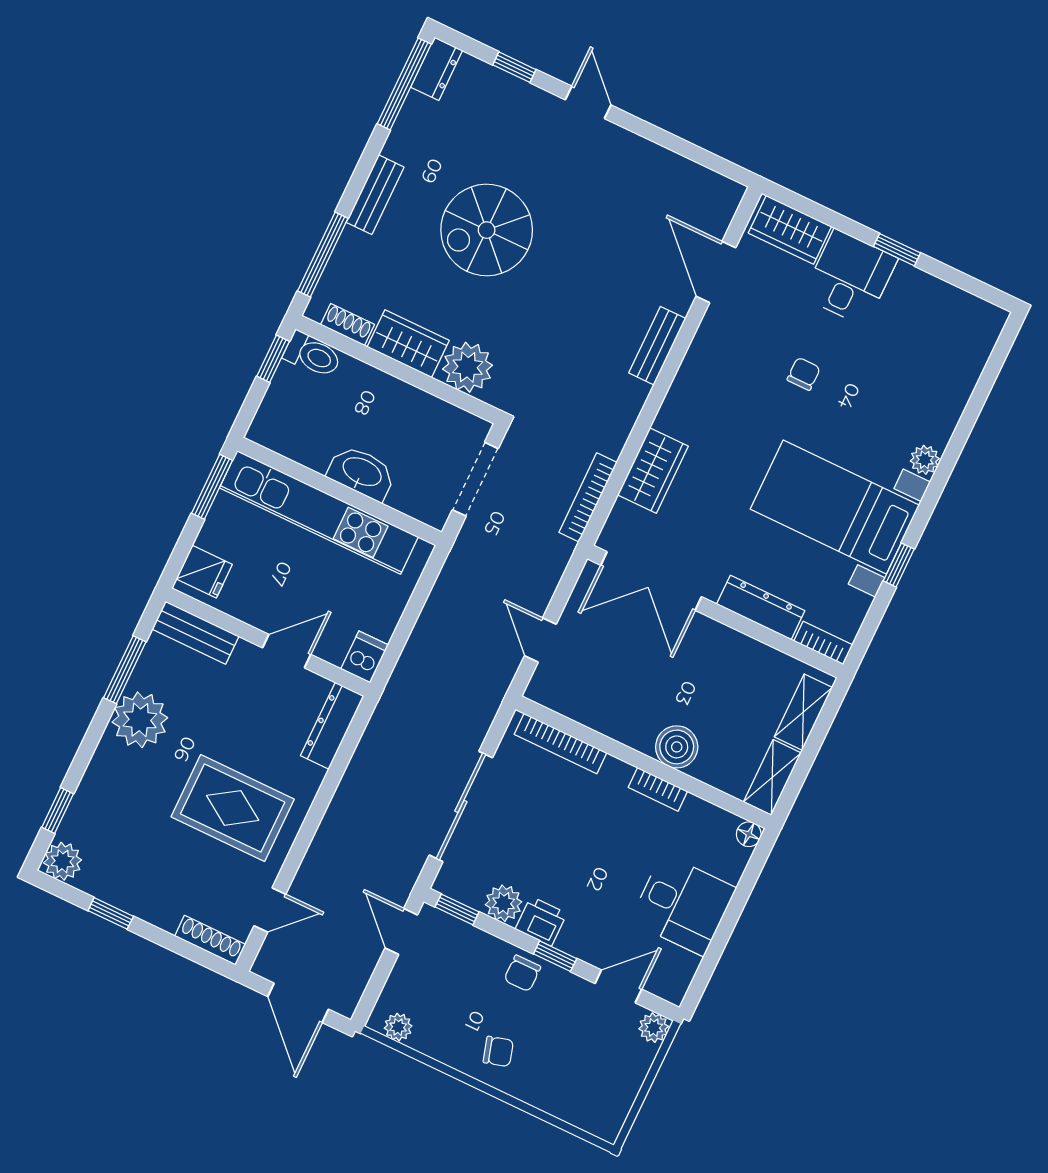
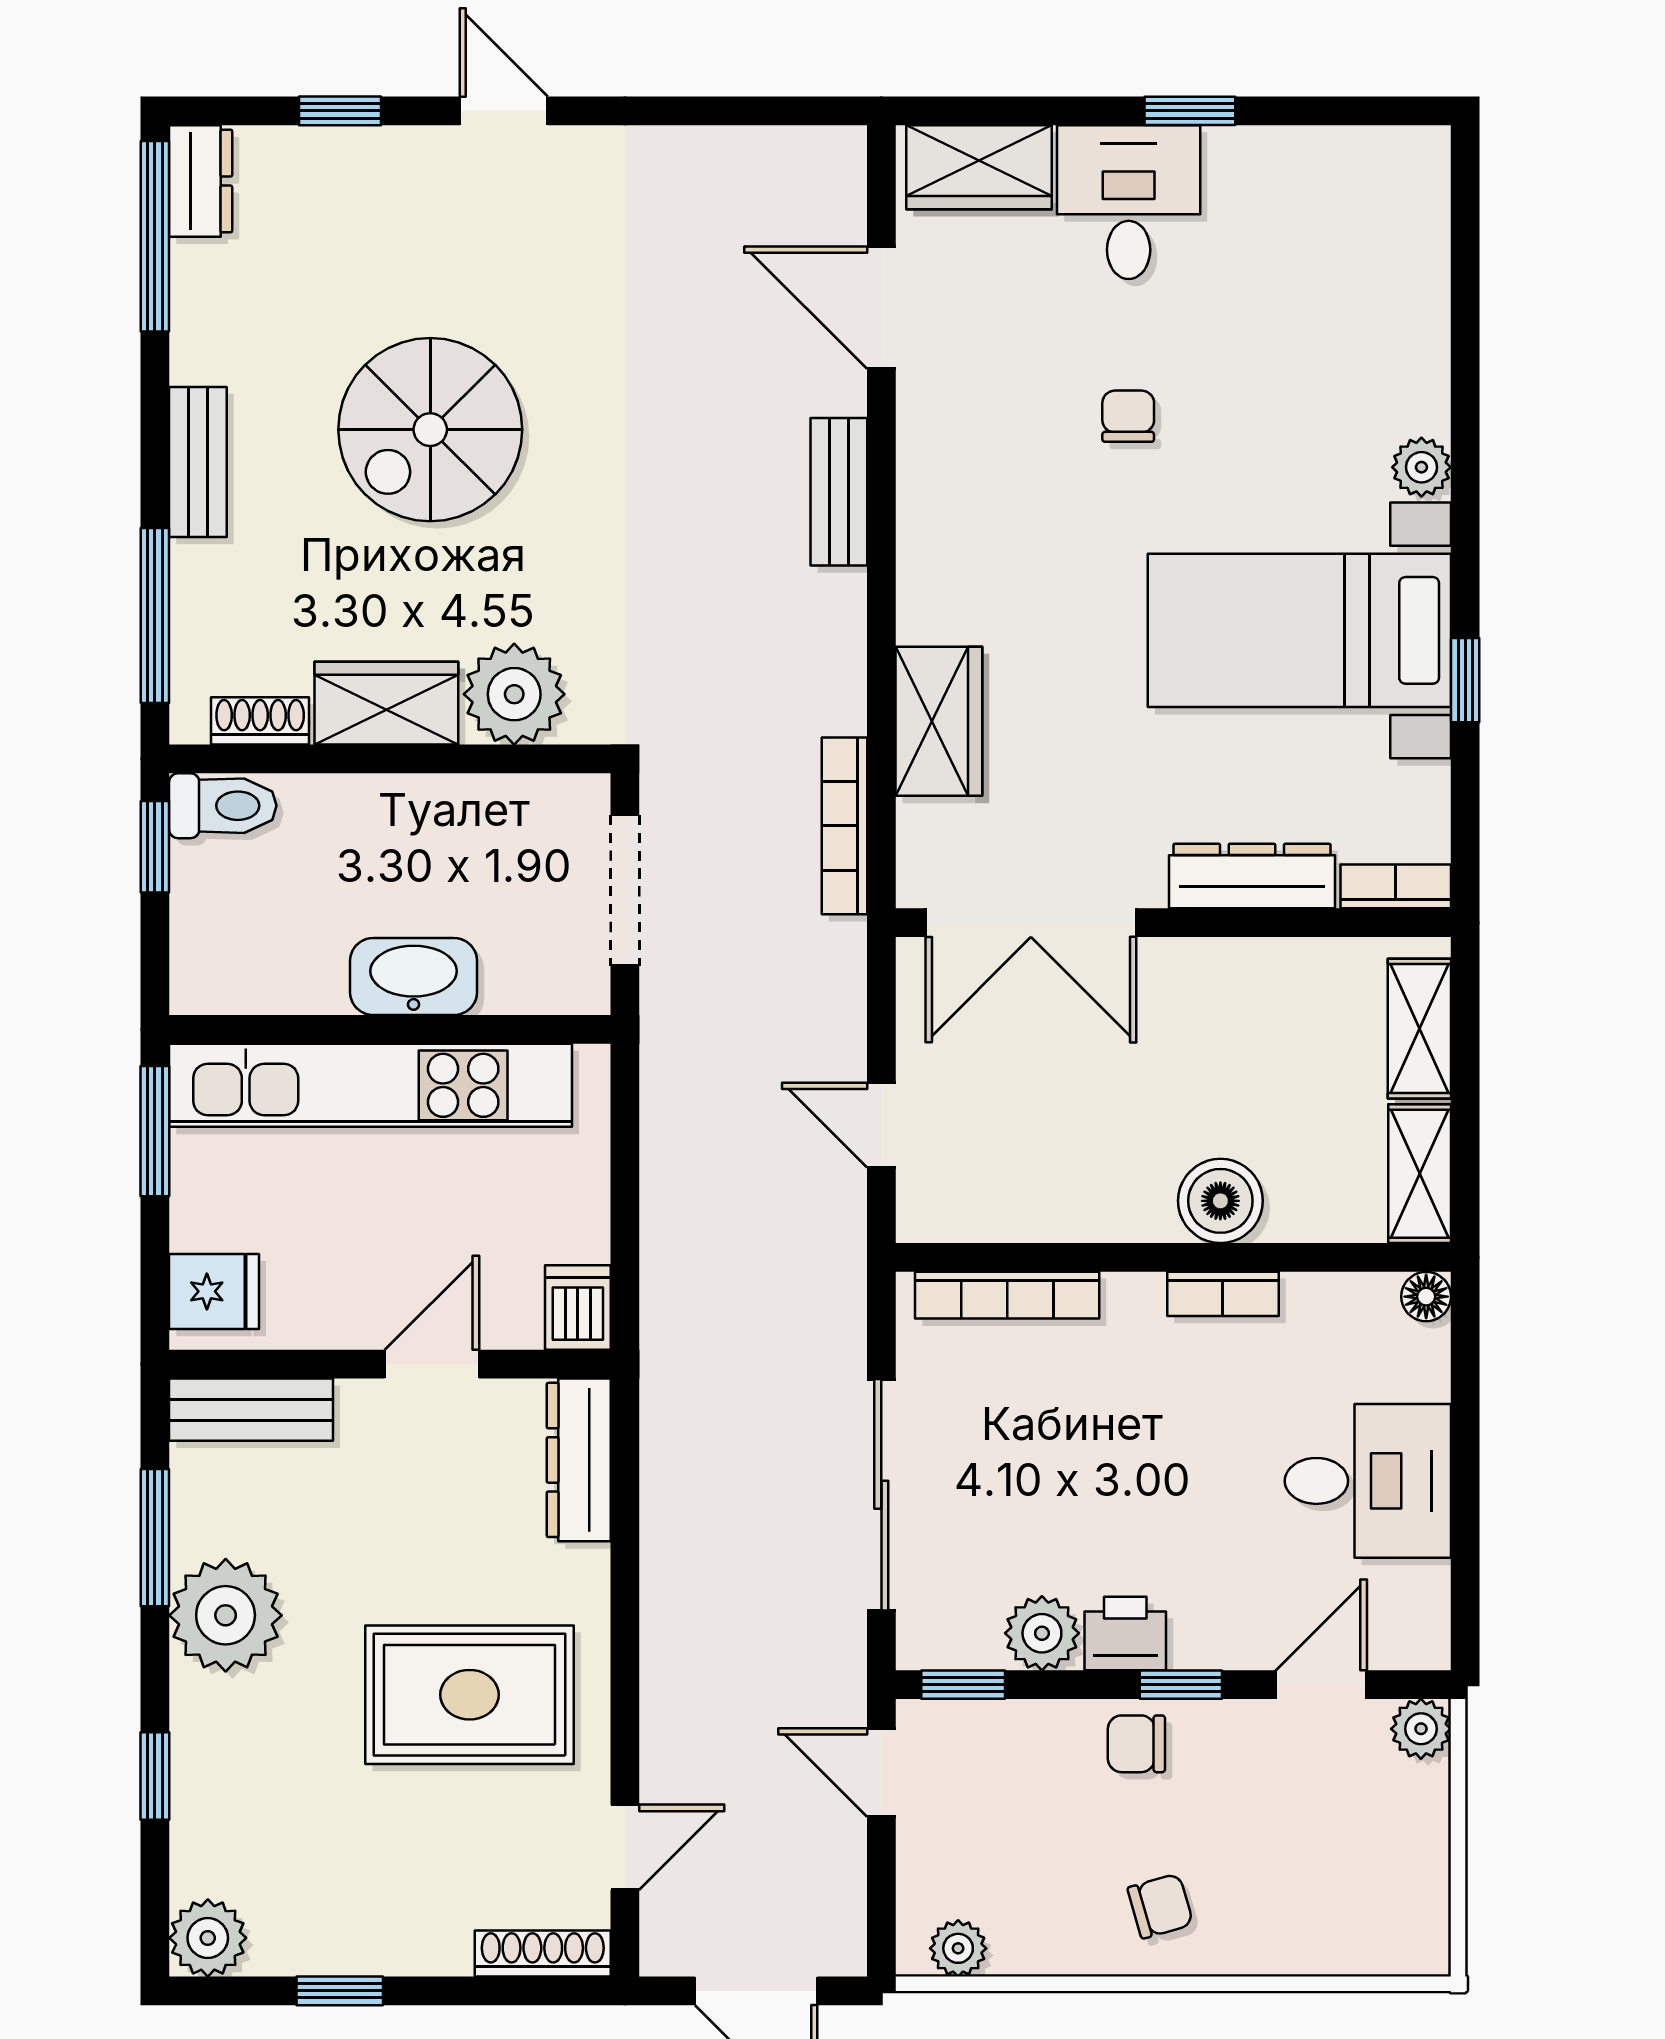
window: (58, 810) -> (155, 1776), moved
chair: (522, 973) -> (1136, 1744), turned 90

